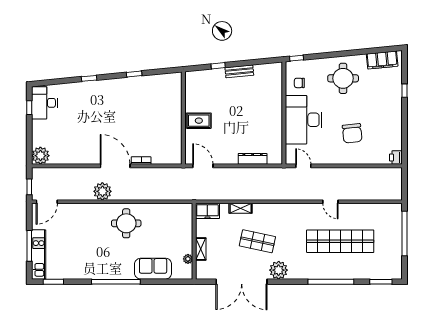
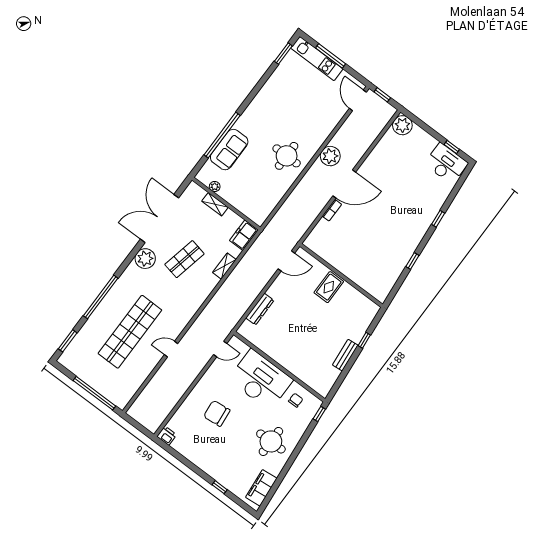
window: (116, 282) -> (222, 135), moved

